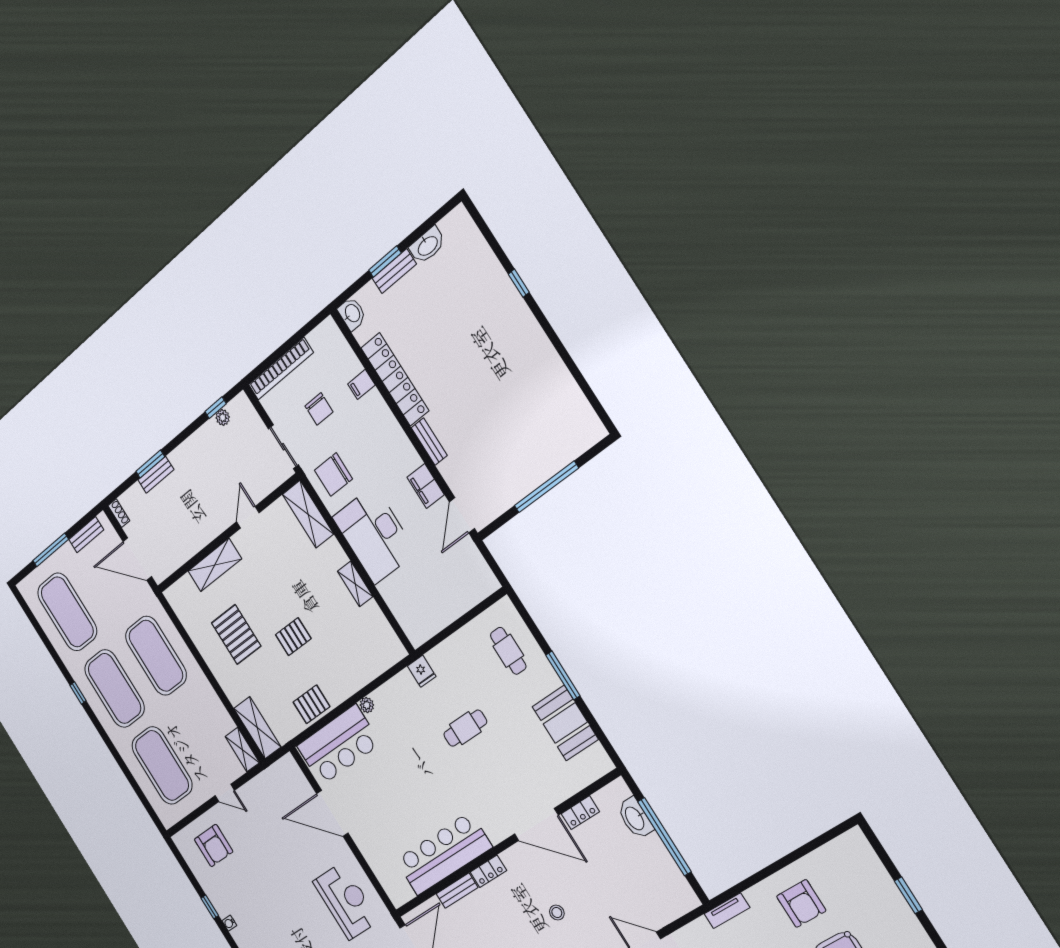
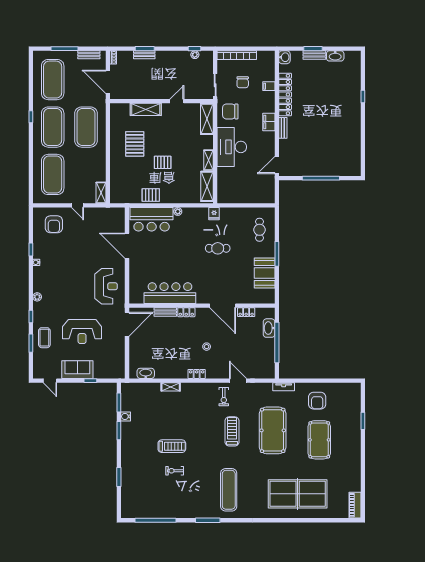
filing cabinet: (426, 486) -> (269, 122), moved
shelving: (257, 728) -> (207, 186), moved

